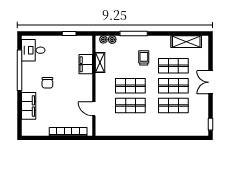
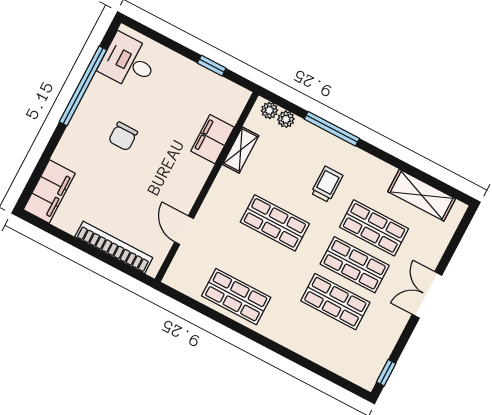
shop shelf: (130, 105) -> (236, 297), moved
filing cabinet: (29, 106) -> (49, 191), moved

